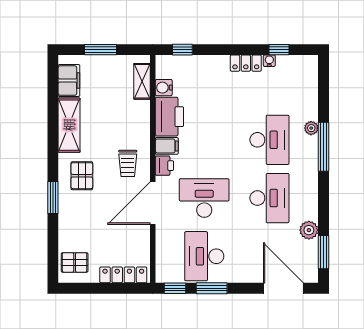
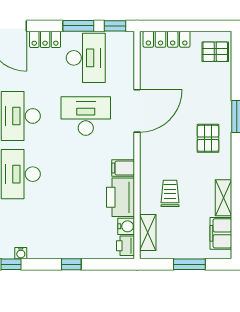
window: (182, 50) -> (71, 264), moved
locker: (246, 63) -> (45, 39), moved, turned 180
shelving: (69, 125) -> (223, 198), width x0.67, depth x0.75
trolley: (128, 163) -> (170, 193), moved
printer: (164, 166) -> (126, 246), moved
desk: (204, 198) -> (86, 116), turned 180

